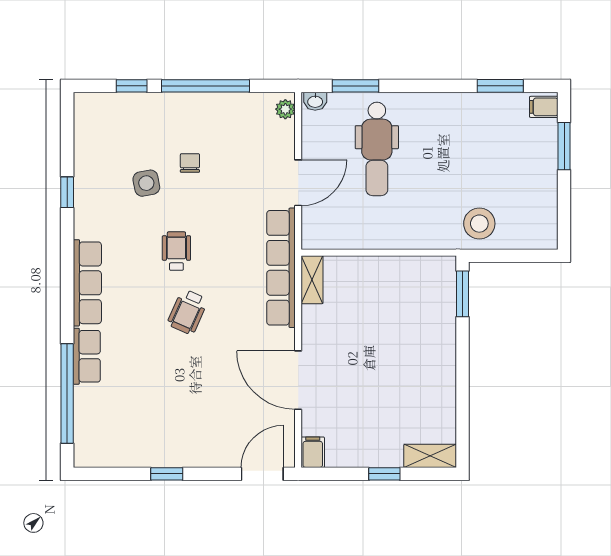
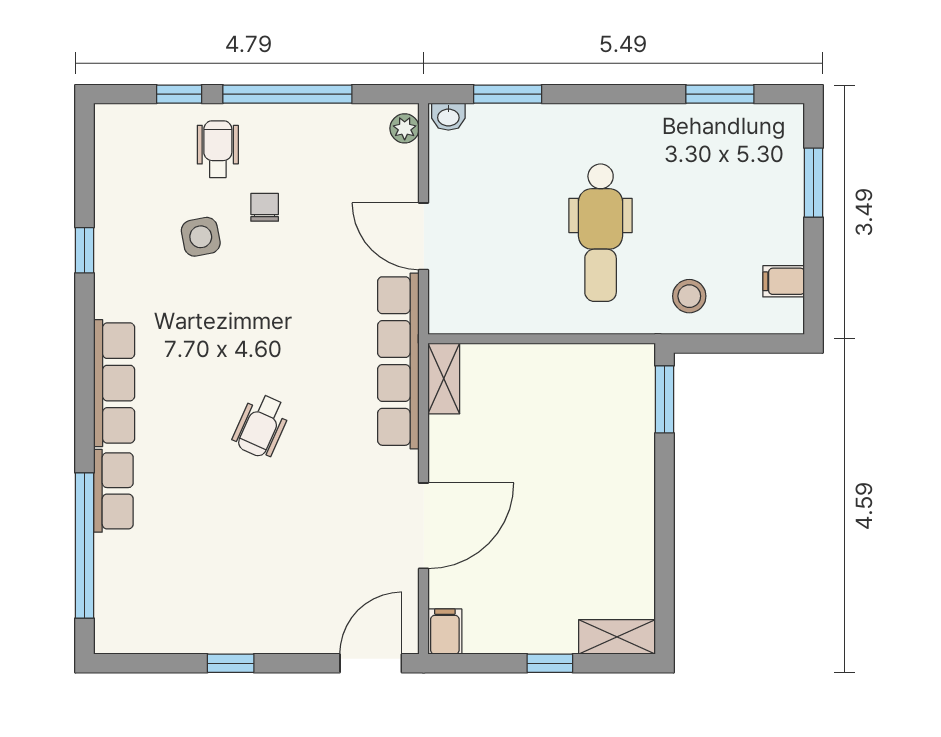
filing cabinet: (544, 107) -> (784, 281), moved
dental chair: (377, 149) -> (601, 233), moved
door: (298, 183) -> (424, 236), swing flipped
stool: (479, 224) -> (689, 296), width x0.73, depth x0.73
wheelchair: (176, 251) -> (218, 149), moved
door: (298, 380) -> (424, 526), swing flipped

